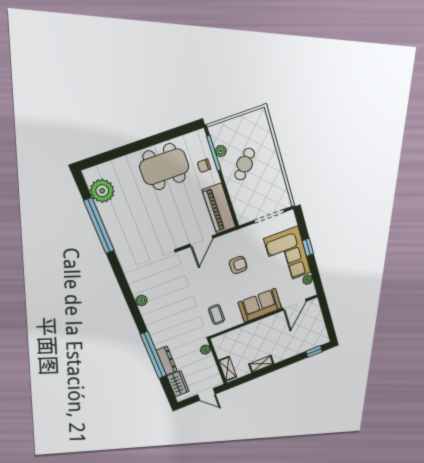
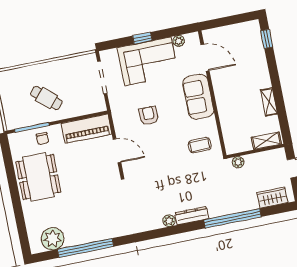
plant: (221, 151) -> (31, 120), removed
dresser: (167, 361) -> (192, 216), moved

